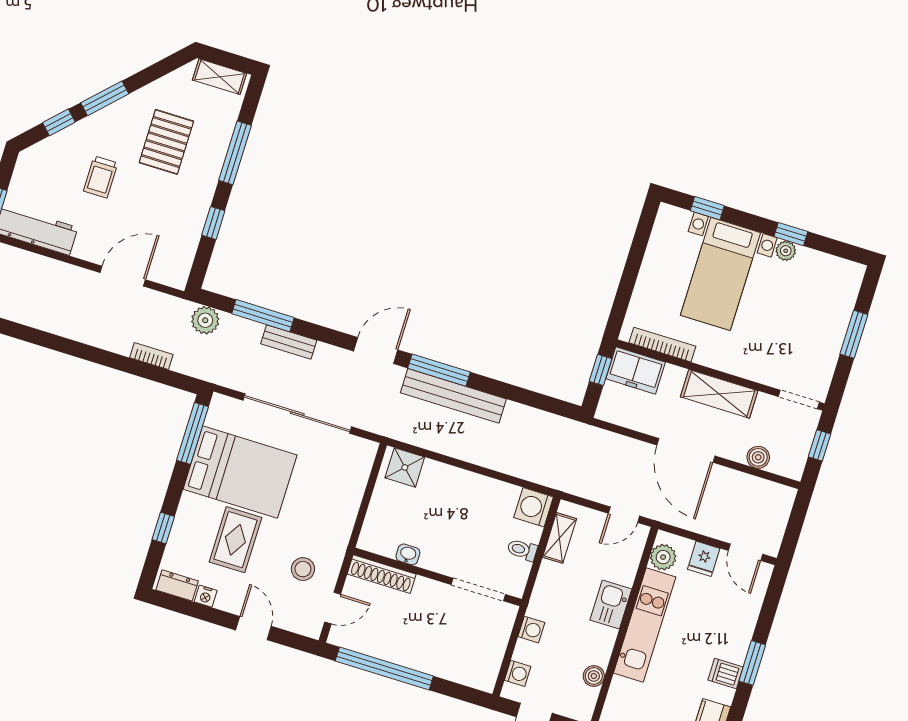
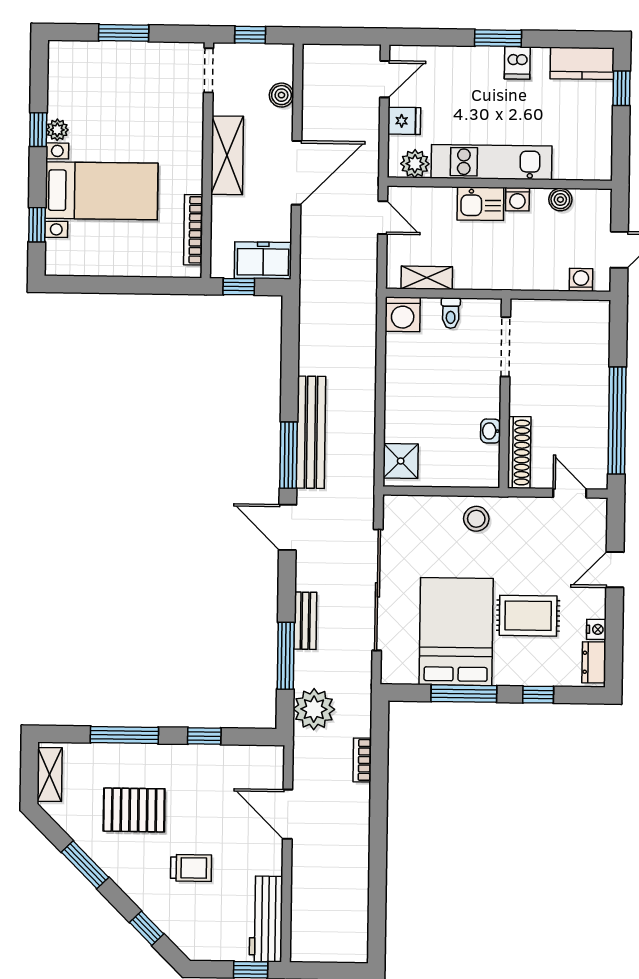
window: (105, 98) -> (85, 865), moved
plant: (205, 320) -> (314, 709), width x1.36, depth x1.36
freezer: (636, 370) -> (263, 260), moved, turned -90
window: (192, 433) -> (464, 694), moved
stool: (303, 569) -> (476, 519), moved
washing machine: (531, 630) -> (517, 199), moved, turned 180

